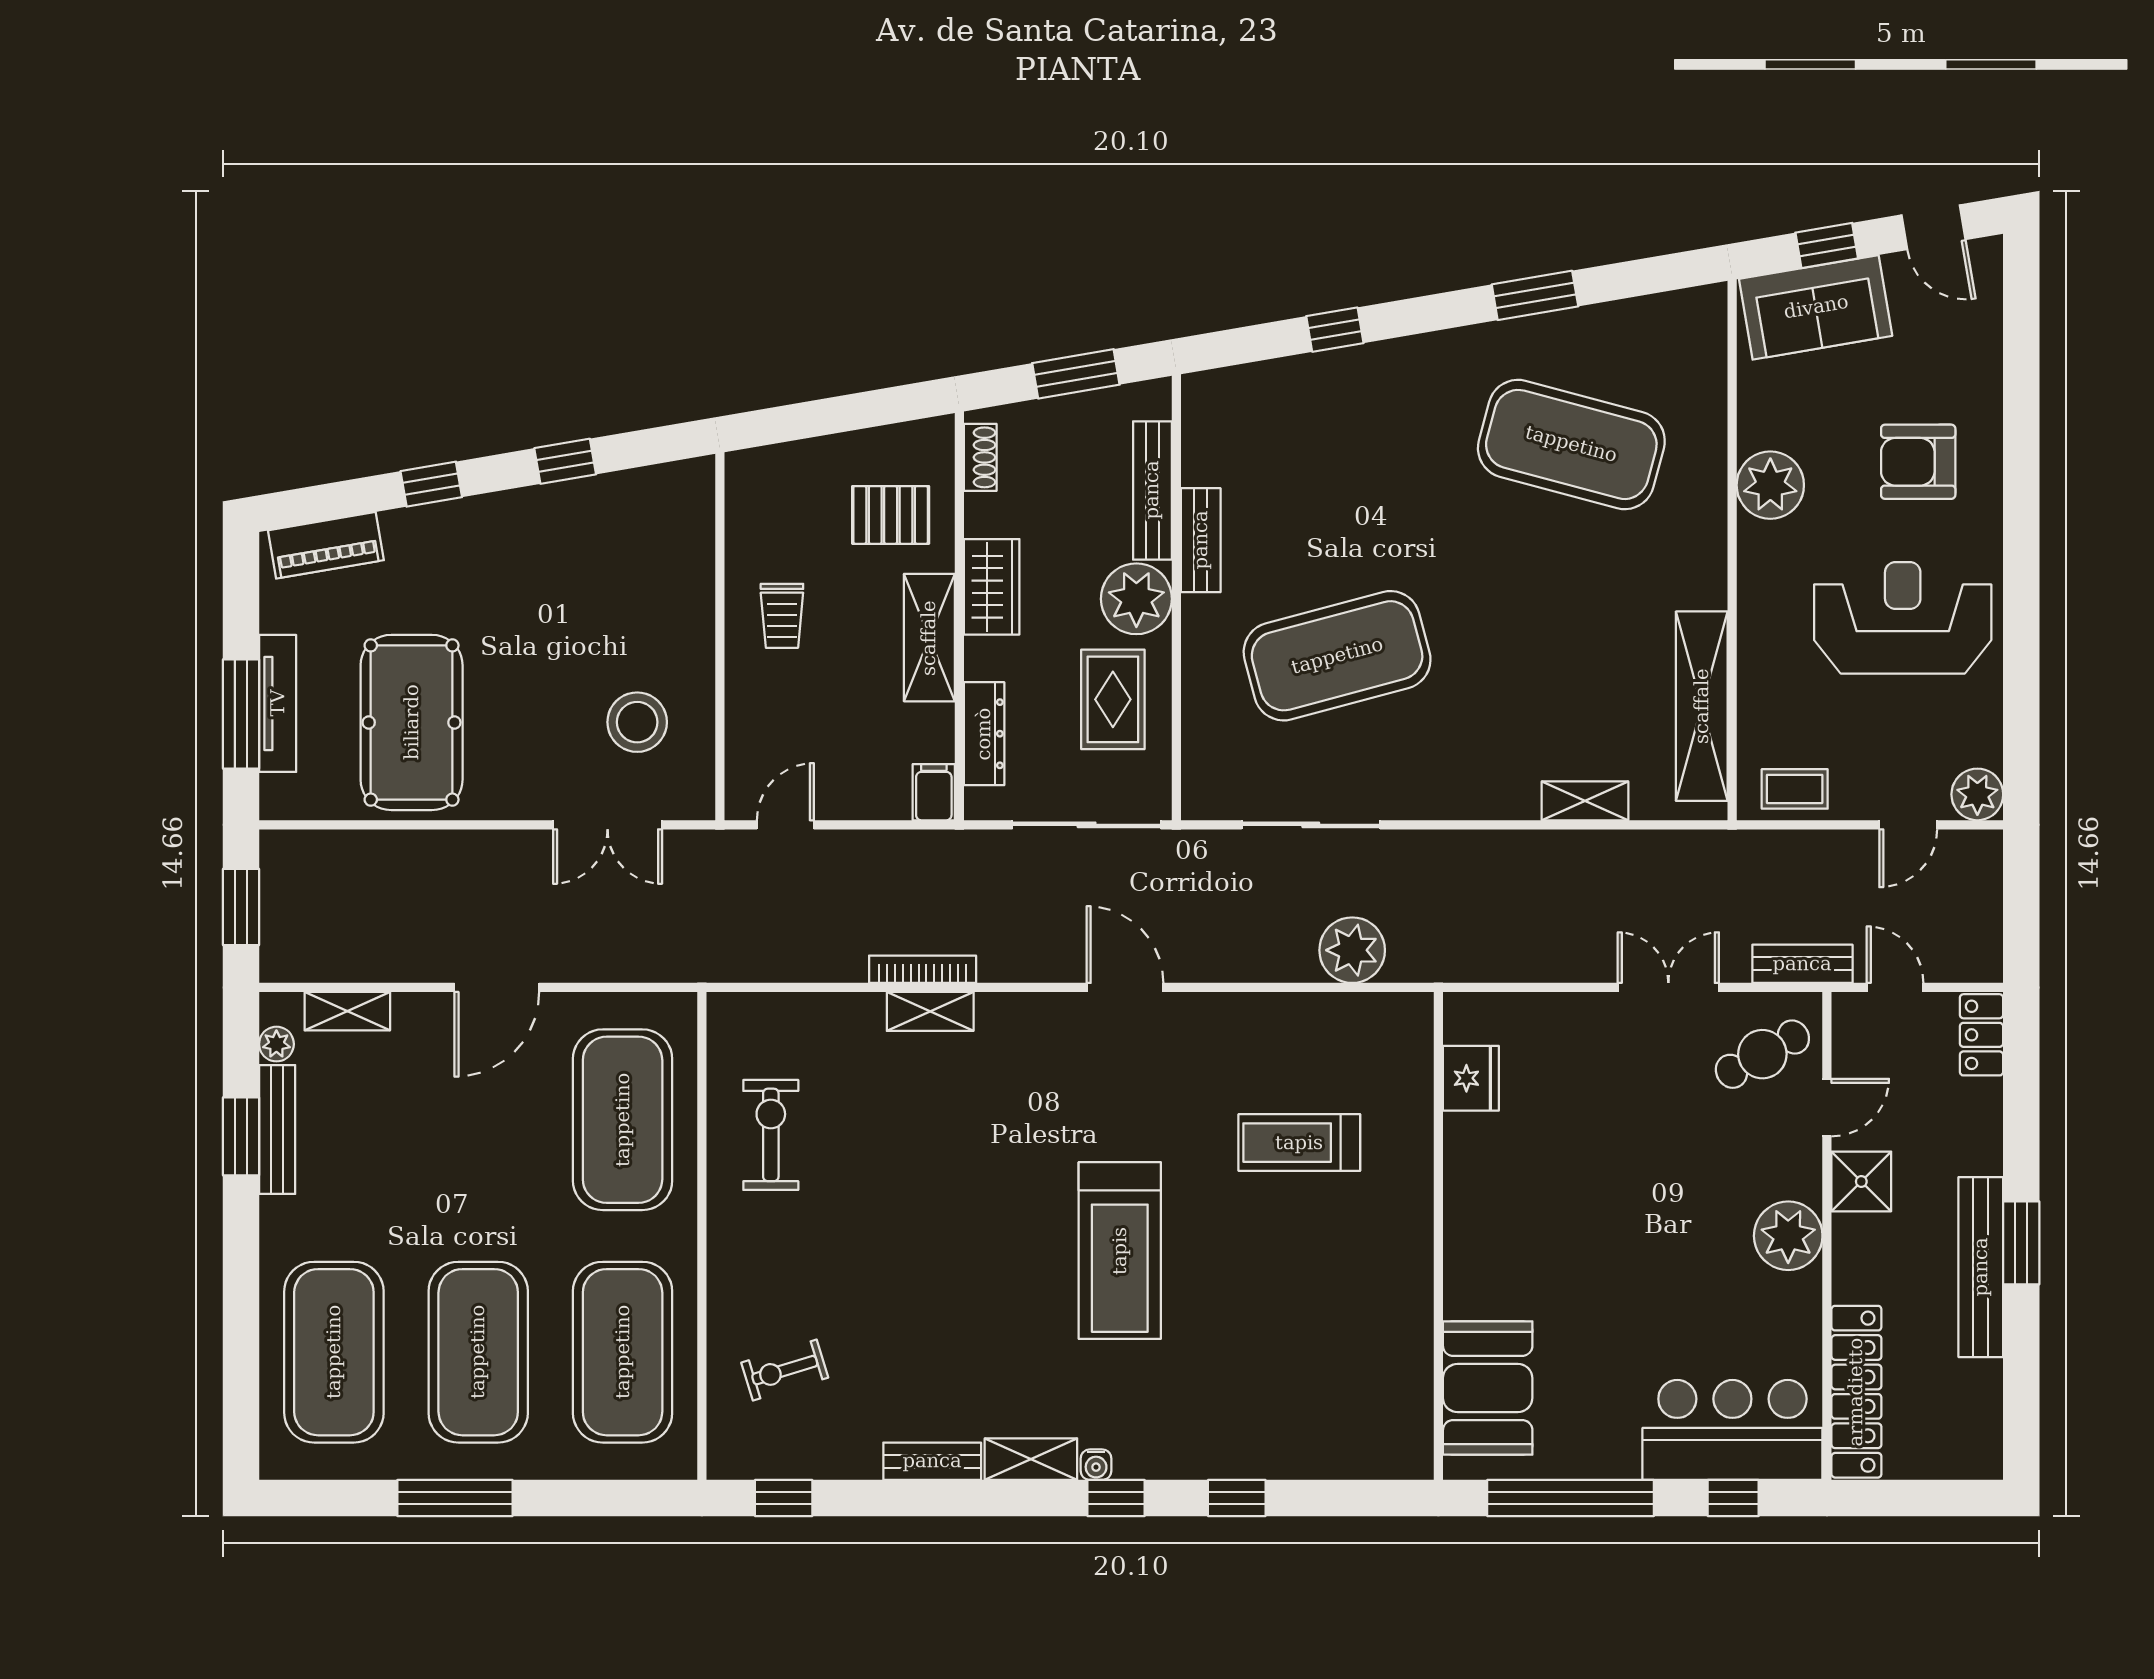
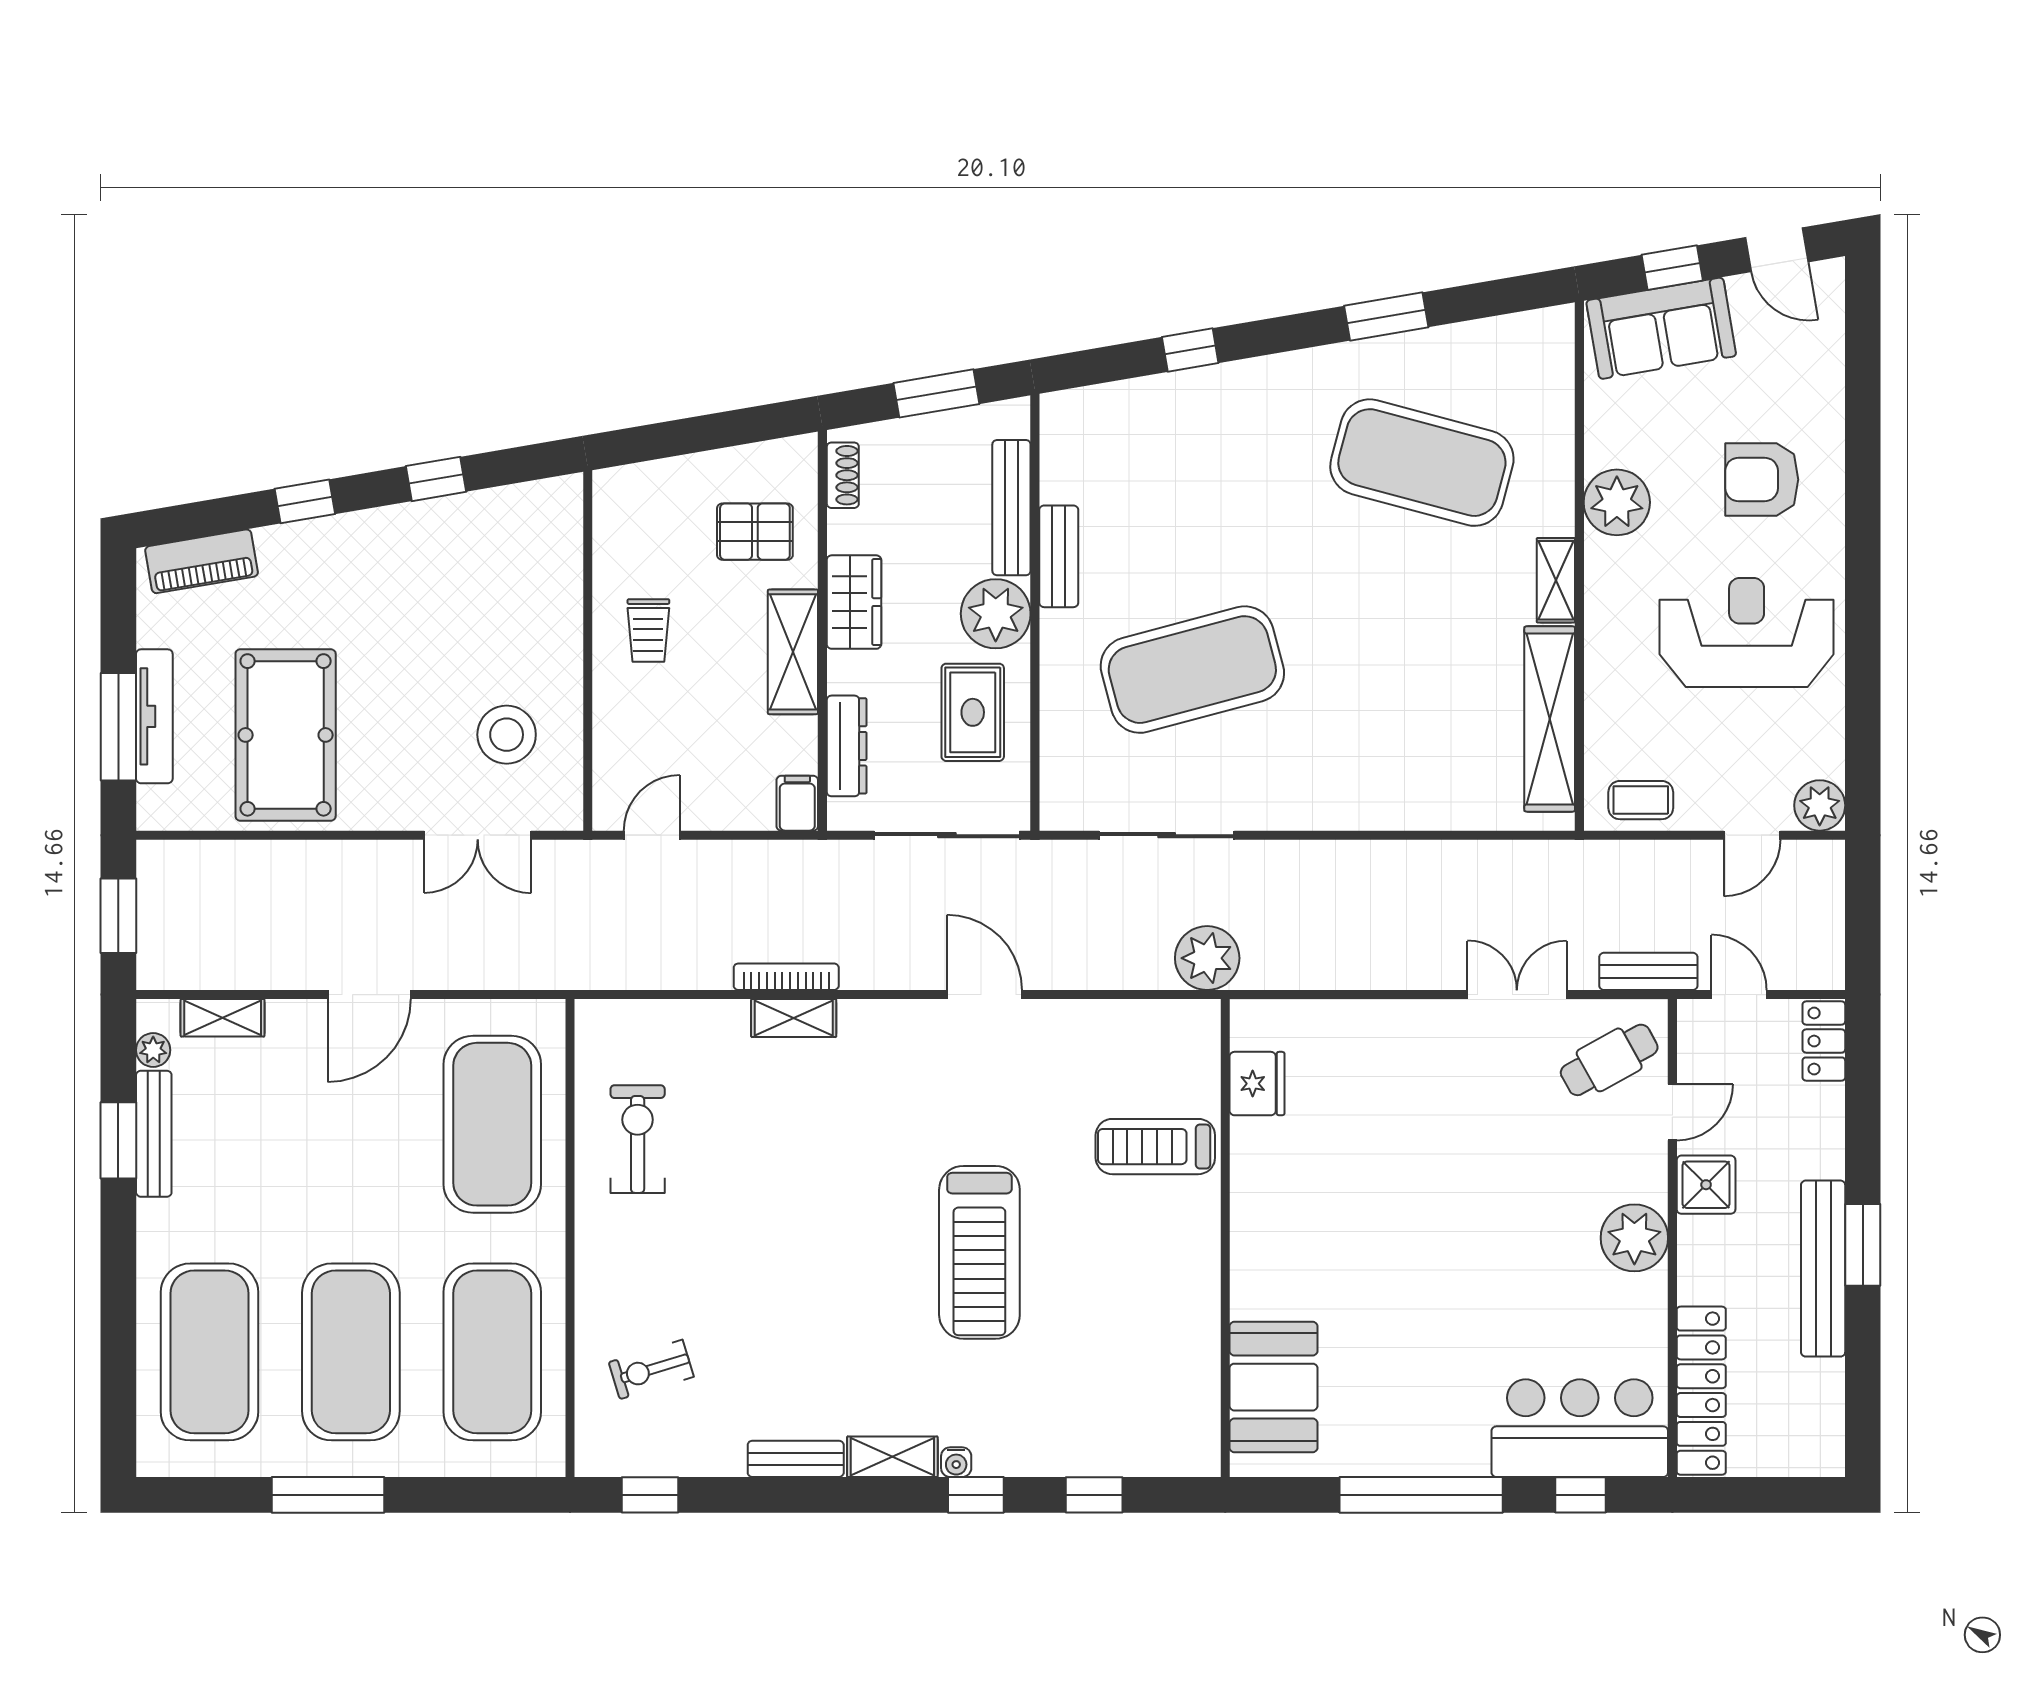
shelving: (1585, 801) -> (1556, 580), moved, turned 90
fridge: (1471, 1078) -> (1257, 1084), moved
wall: (1438, 1236) -> (1225, 1238), moved
booth: (1488, 1388) -> (1274, 1387), moved

